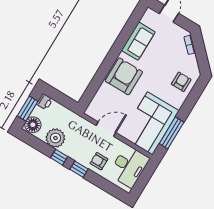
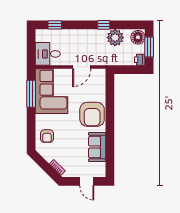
armchair: (99, 161) -> (72, 40), removed
desk: (129, 166) -> (48, 54), width x0.73
window: (79, 169) -> (55, 25), moved

